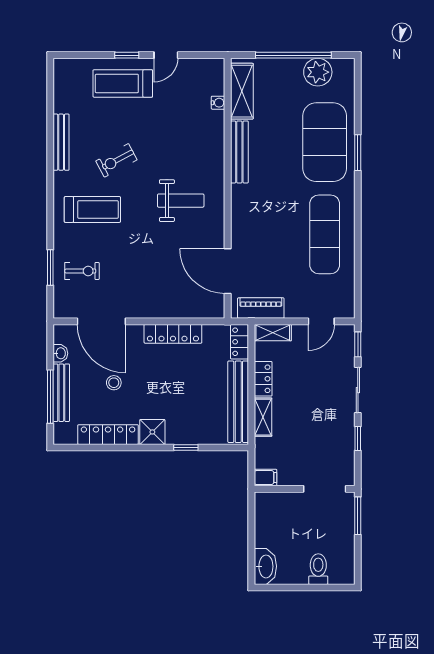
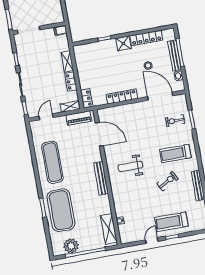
treadmill: (123, 83) -> (171, 222), turned 180
bench: (239, 152) -> (101, 178), moved
bench: (238, 402) -> (82, 67), removed

